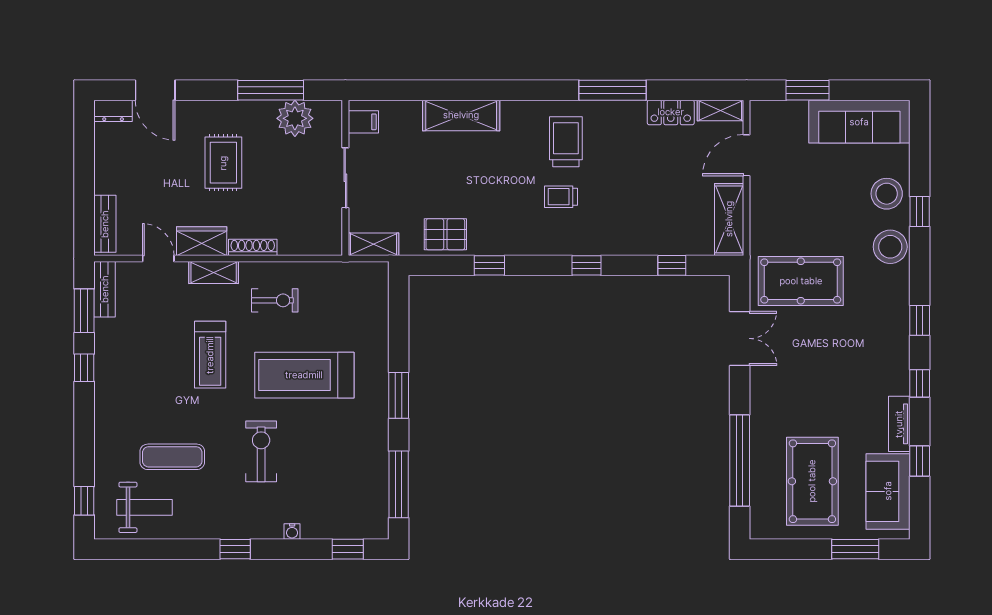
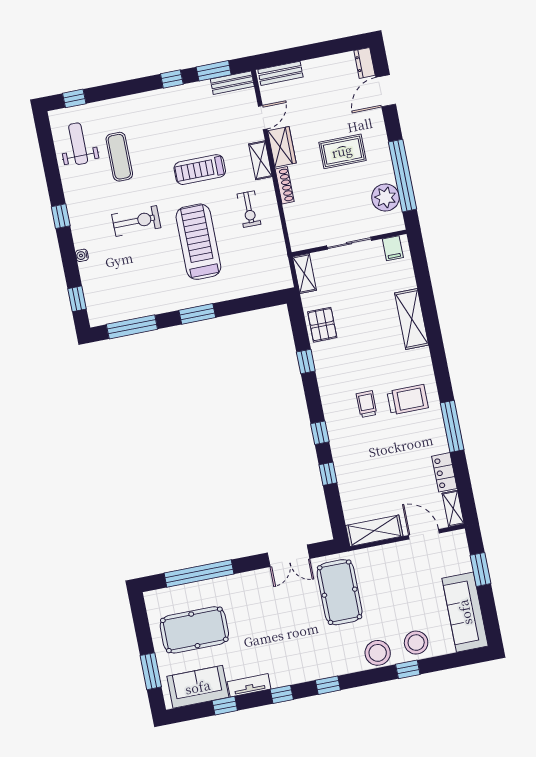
window: (271, 90) -> (402, 176), width x1.46
window: (672, 265) -> (328, 474), moved
weight bench: (145, 507) -> (78, 144), turned 180

